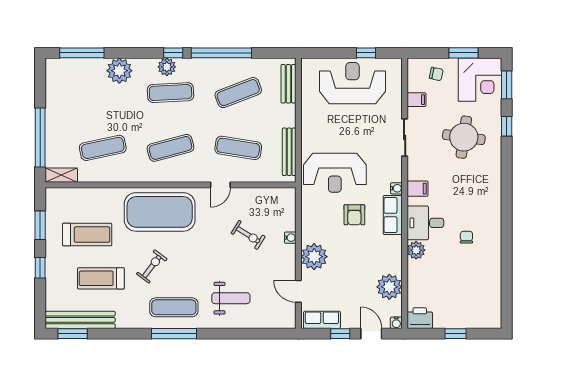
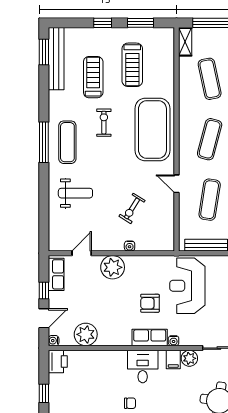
exercise mat: (170, 148) -> (210, 139), turned 30
plant: (416, 250) -> (189, 358), moved
exercise bike: (152, 266) -> (104, 123), turned -127
weight bench: (231, 298) -> (75, 193), turned -90

